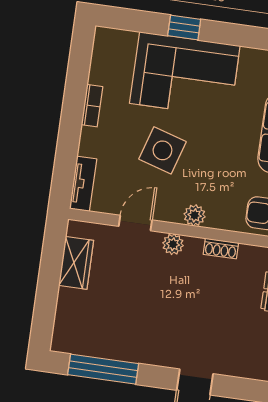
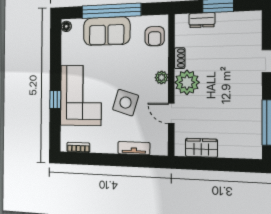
bookcase: (92, 106) -> (78, 147), moved
tv unit: (83, 184) -> (134, 148), moved
plant: (173, 244) -> (187, 82), width x1.87, depth x1.87

